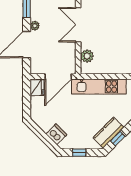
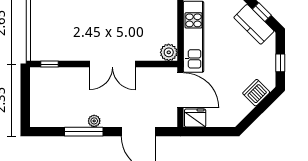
plant: (35, 26) -> (94, 121), moved
plant: (87, 56) -> (169, 52), moved

